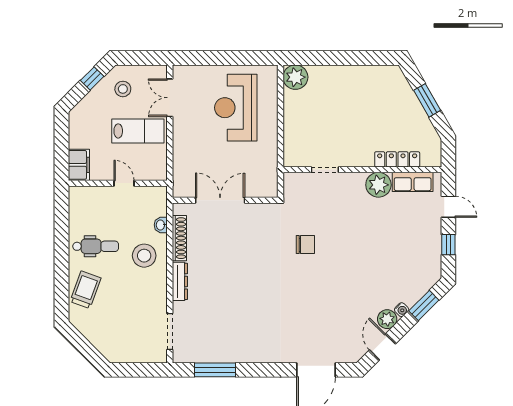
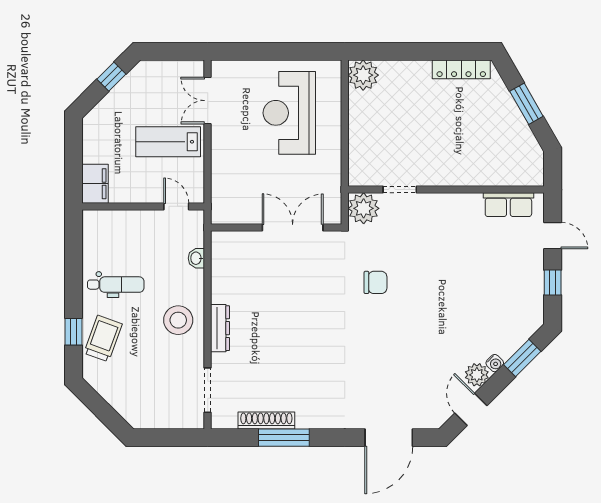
stool: (123, 89) -> (149, 90), removed
lab bench: (138, 131) -> (168, 142), turned 180
locker: (397, 159) -> (461, 69), moved, turned 180
door: (124, 183) -> (176, 206), moved
plant: (378, 185) -> (364, 208), moved
double door: (220, 200) -> (293, 228), moved
shoe rack: (179, 238) -> (266, 421), moved, turned -90
stool: (144, 256) -> (178, 320), moved
window: (62, 284) -> (73, 332), added
window: (215, 370) -> (284, 438), moved

